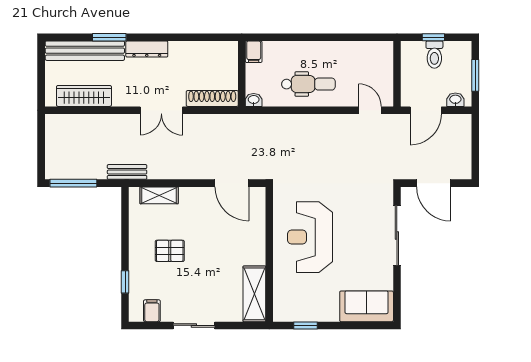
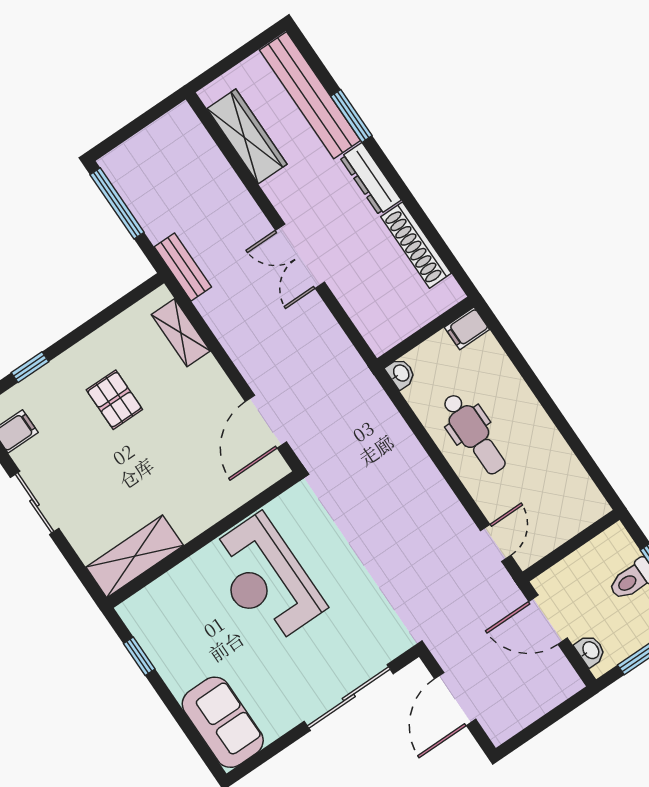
shoe rack: (212, 98) -> (416, 245), moved, turned 180
reception desk: (310, 237) -> (265, 580), turned -90

